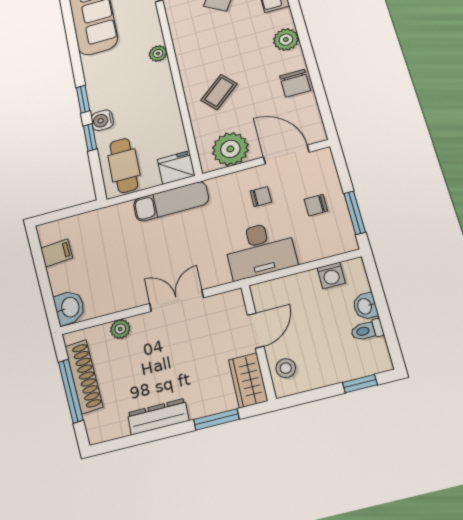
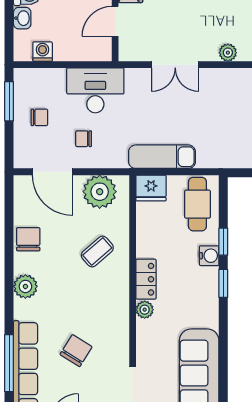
locker: (163, 81) -> (146, 279), added

